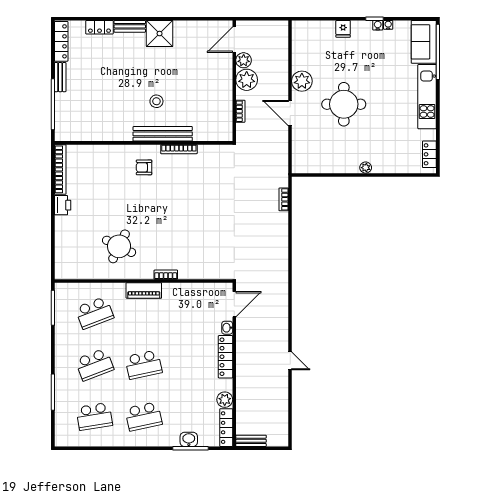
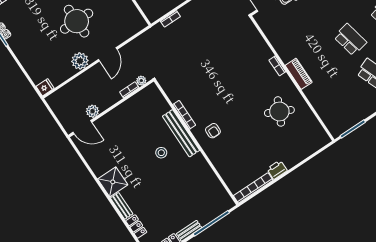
fridge: (343, 29) -> (45, 87), moved
plant: (247, 80) -> (141, 81), moved, width x0.53, depth x0.53
school desk: (94, 313) -> (337, 98), removed

